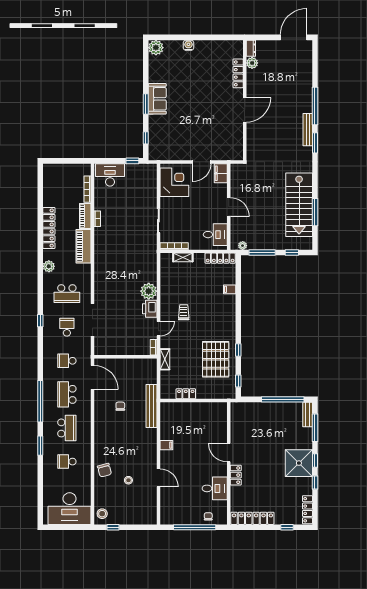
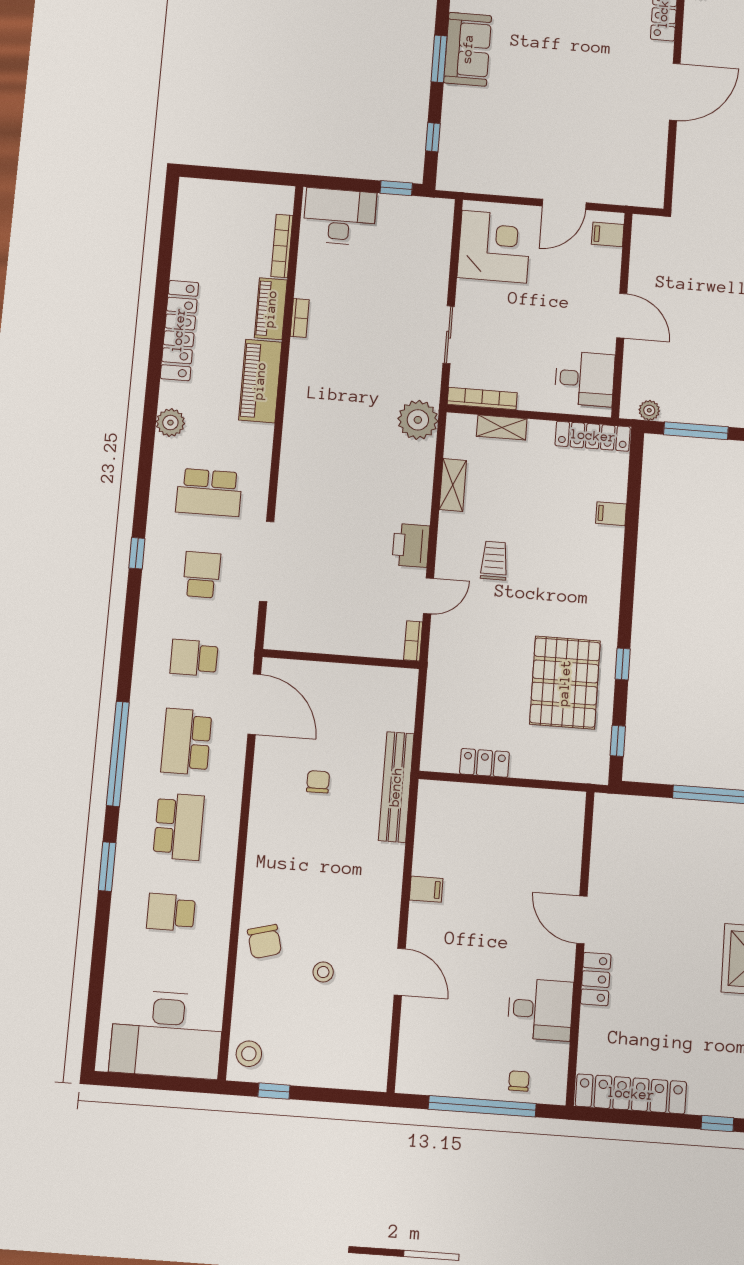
filing cabinet: (221, 173) -> (608, 234), width x0.50
plant: (149, 291) -> (418, 420), moved
shelving: (165, 359) -> (453, 485), moved

